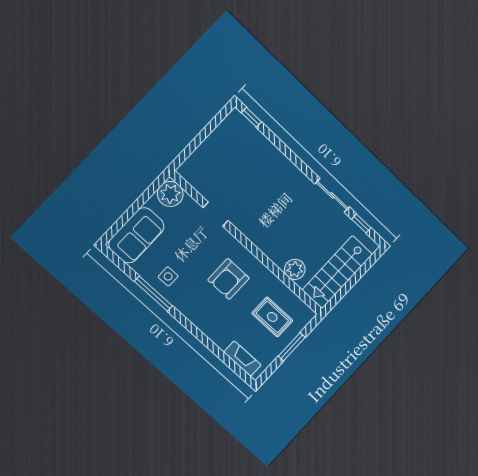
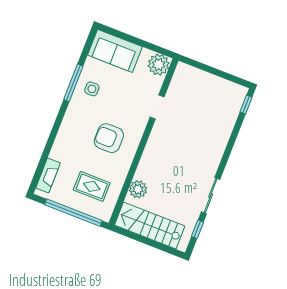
rug: (272, 317) -> (92, 186), turned 90
window: (292, 347) -> (73, 213), width x2.11

